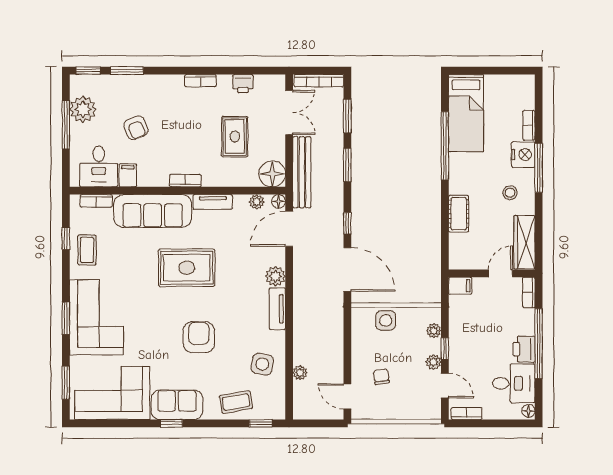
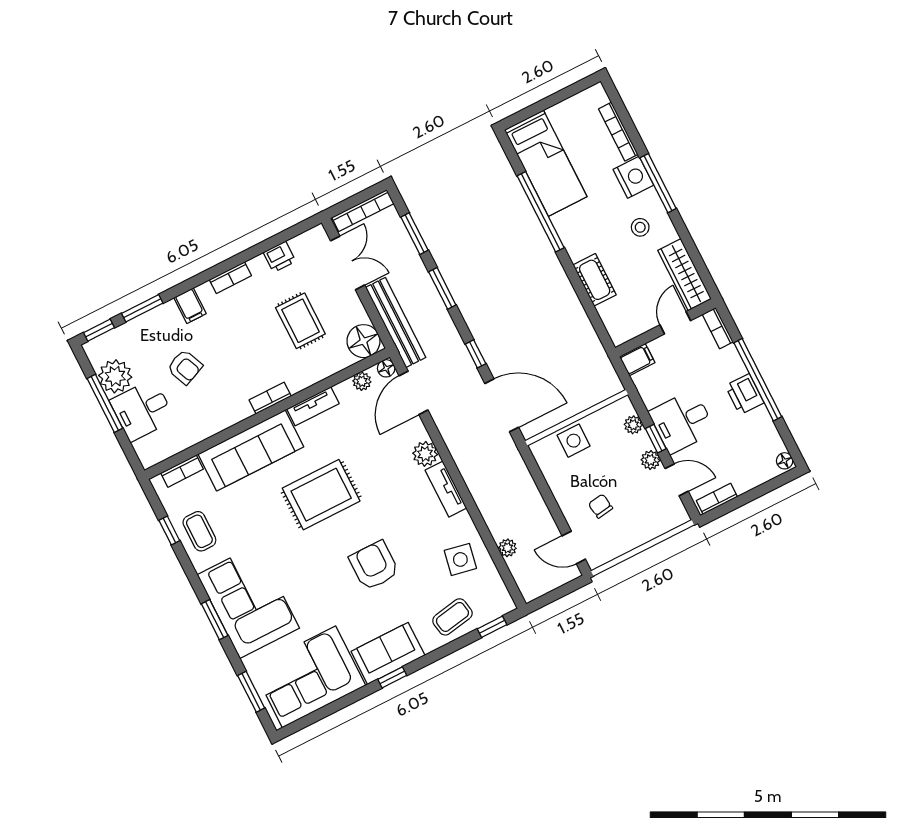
bookcase: (529, 125) -> (618, 132), width x1.56
desk: (99, 167) -> (142, 410), moved, turned 90
filing cabinet: (128, 175) -> (190, 306), moved, turned 180
desk: (514, 383) -> (682, 422), moved, turned 180

